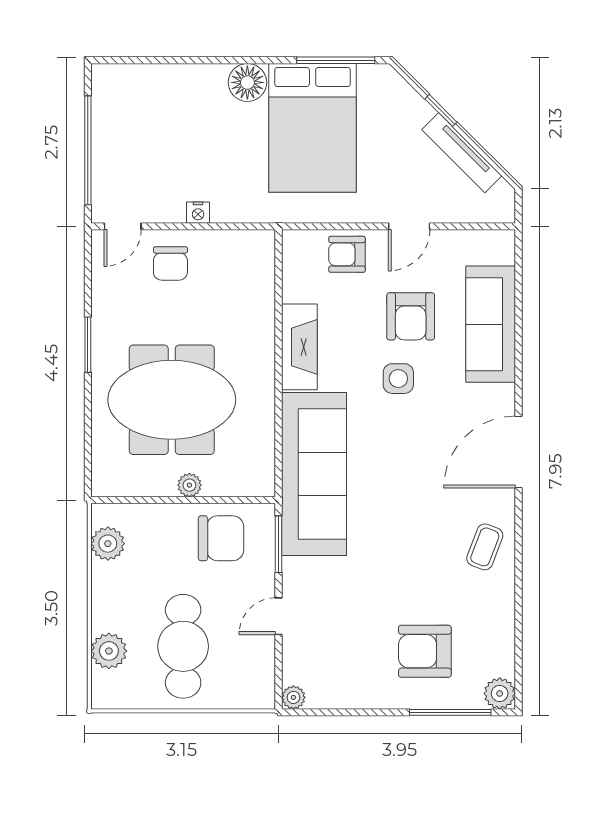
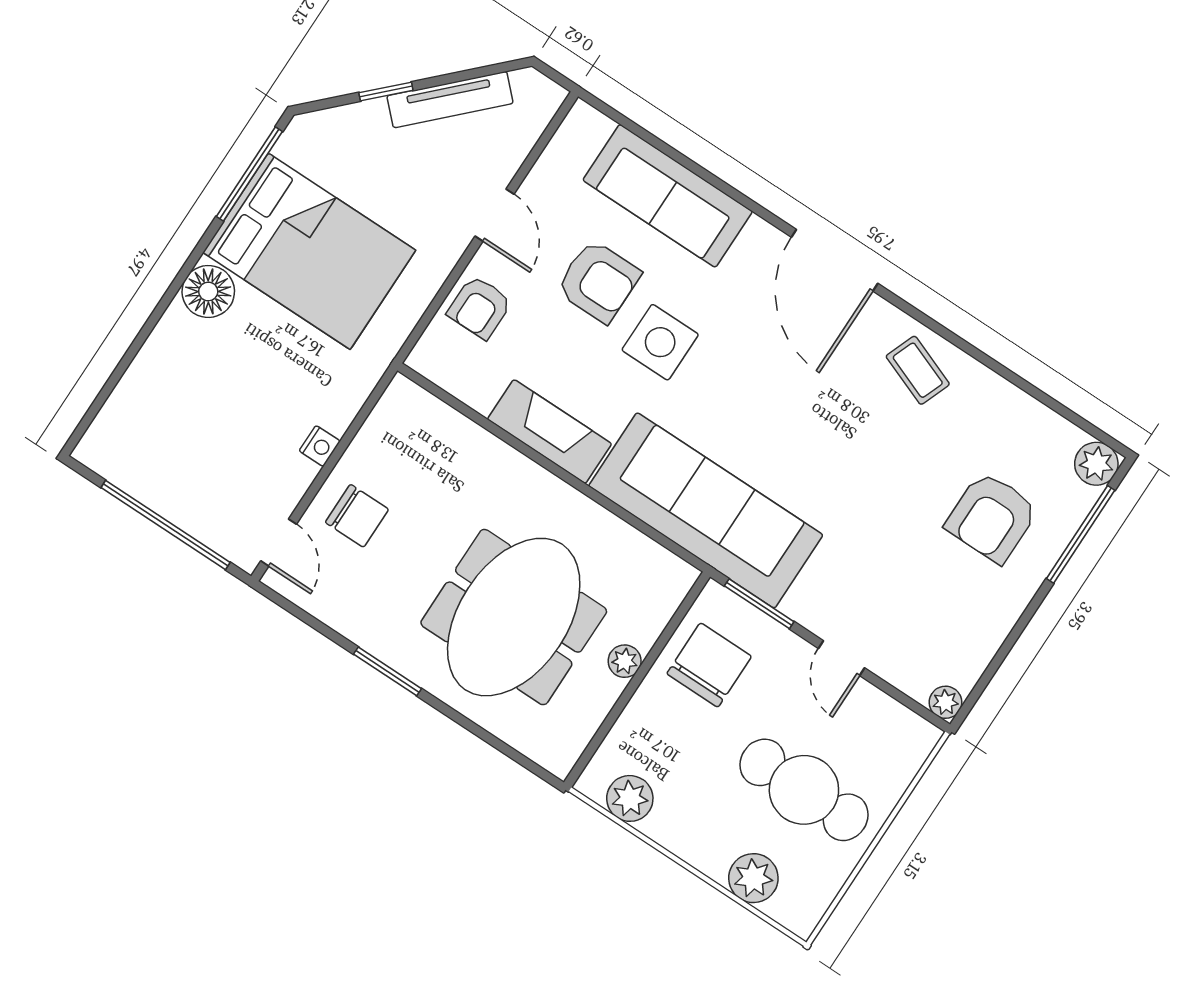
side table: (398, 379) -> (660, 342), width x1.37, depth x1.37

